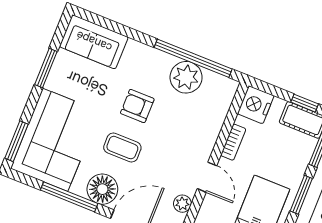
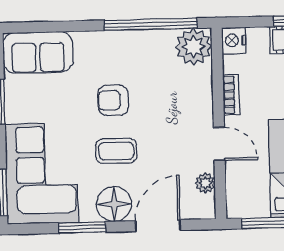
plant: (186, 77) -> (194, 47), moved
nightstand: (256, 105) -> (234, 40), width x0.74, depth x0.75
window: (69, 197) -> (82, 227), width x0.69

